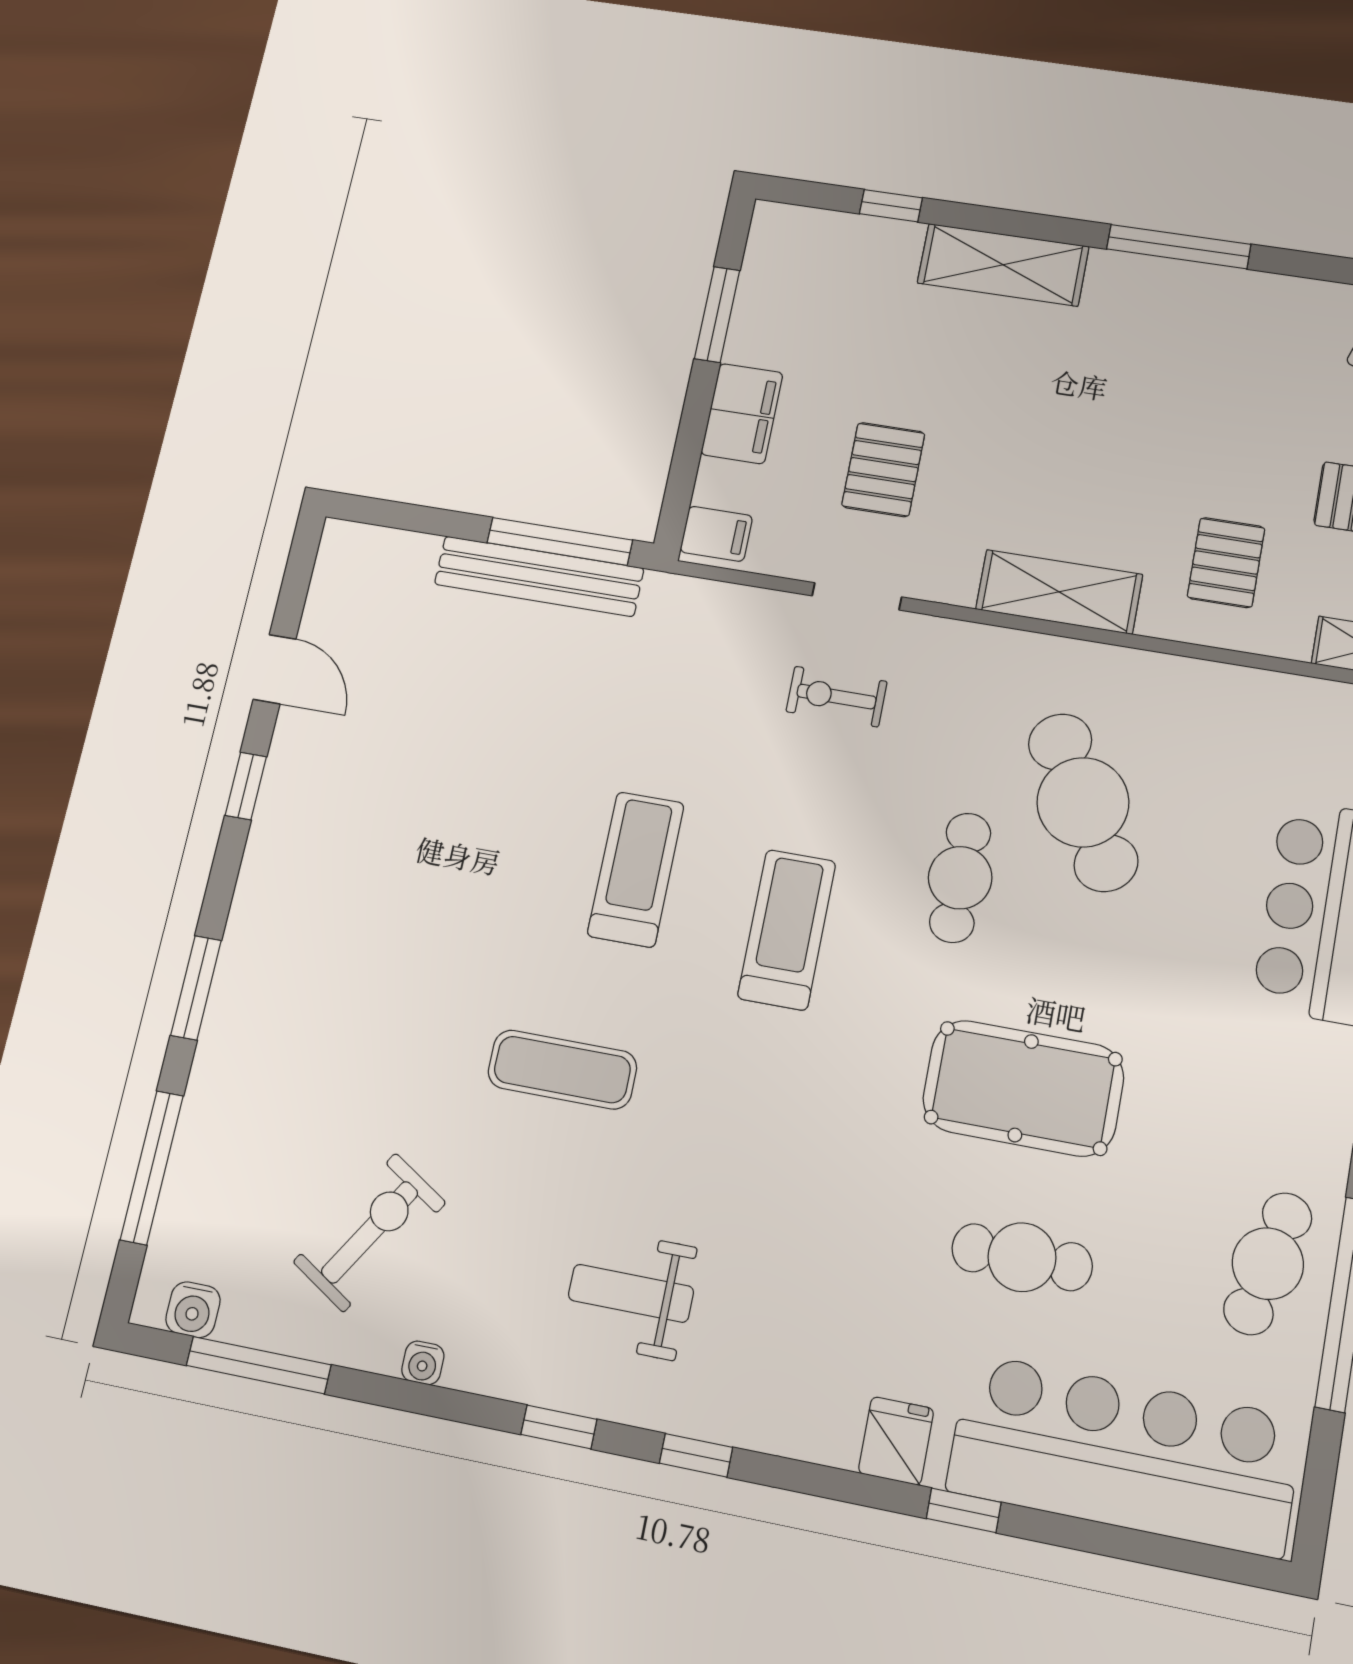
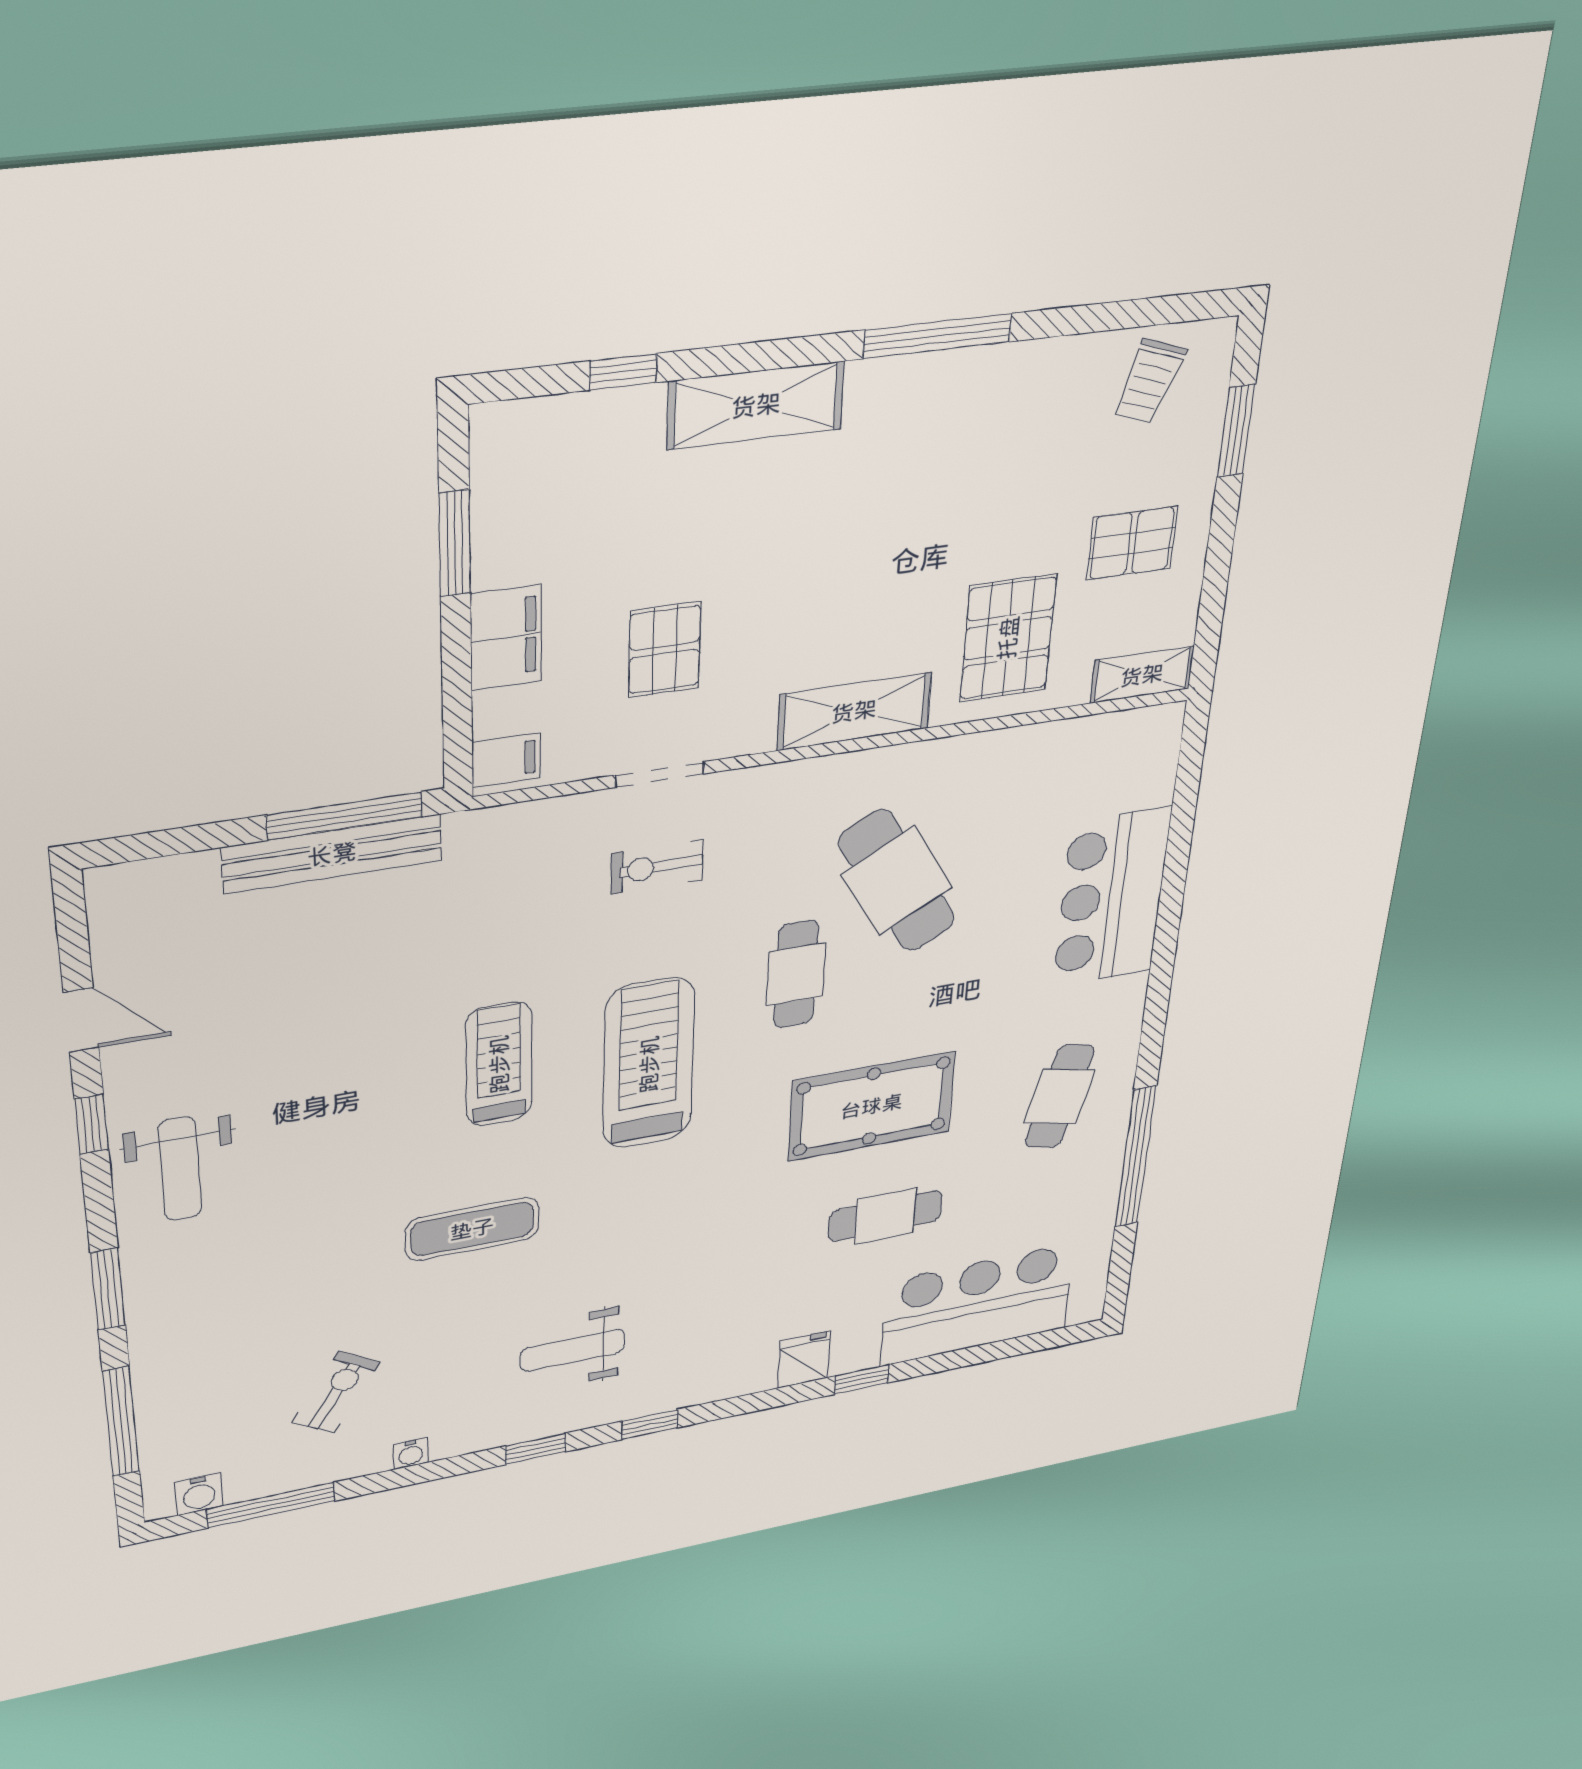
pallet: (1226, 563) -> (1008, 638), width x1.50, depth x1.42
weight bench: (306, 871) -> (180, 1169), added
treadmill: (787, 930) -> (649, 1064), width x1.37, depth x1.38
exercise bike: (370, 1232) -> (336, 1393), width x0.73, depth x0.72
cafe table: (1268, 1264) -> (1059, 1096), moved
bar counter: (1124, 1455) -> (977, 1305), width x0.73

